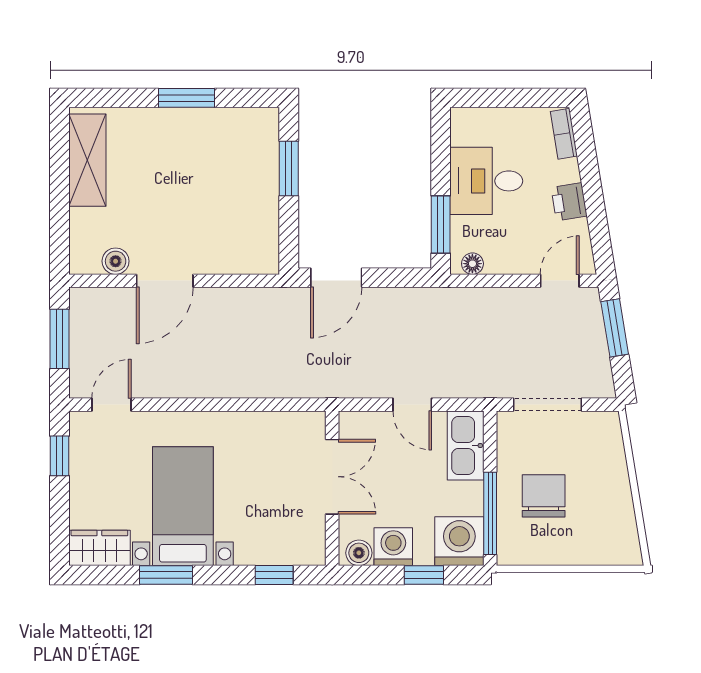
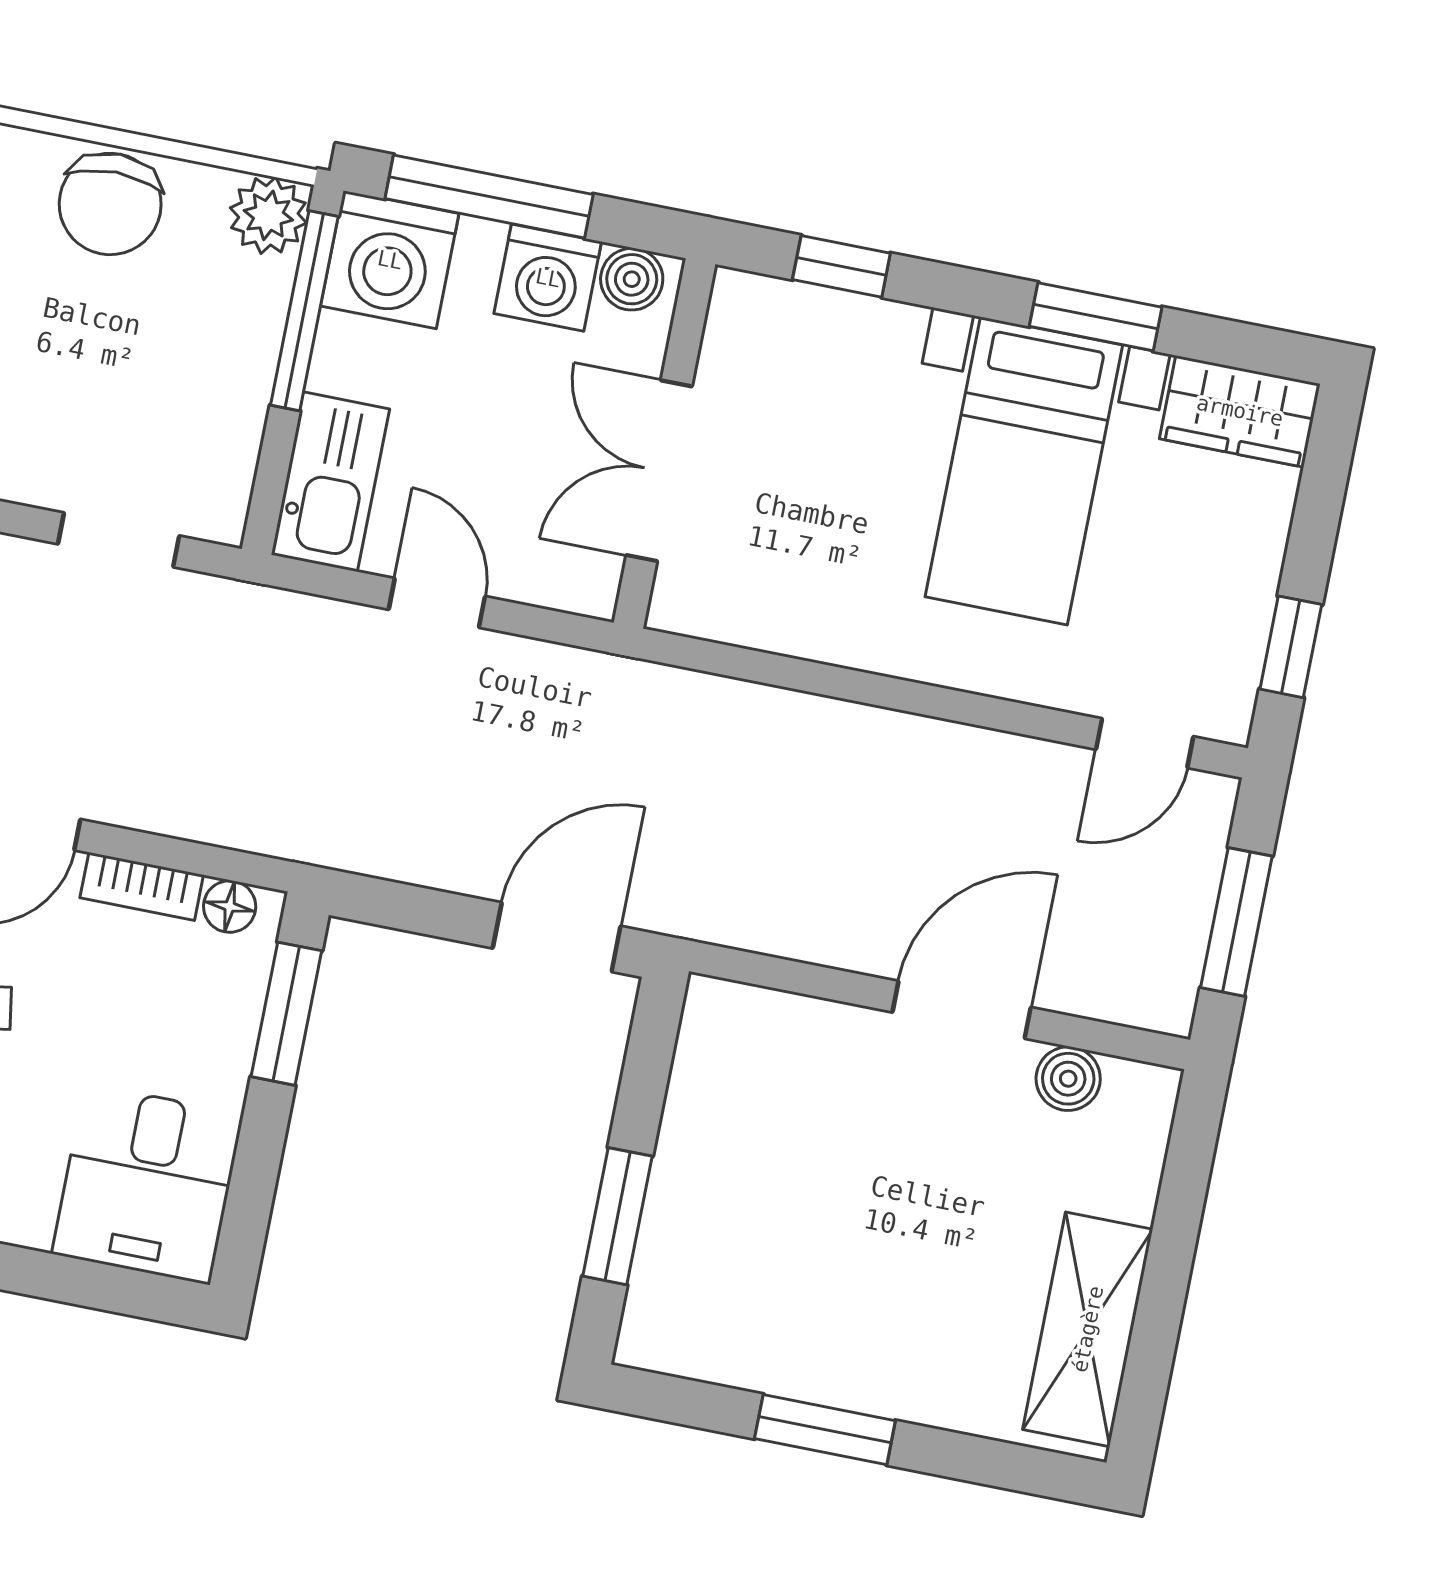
desk: (486, 181) -> (148, 1184), moved, turned 90
bookcase: (510, 265) -> (142, 886), added
doorway: (548, 405) -> (119, 540), width x0.73
chair: (544, 496) -> (110, 204), moved
plant: (513, 549) -> (268, 215), added
window: (424, 575) -> (489, 197), width x2.17

